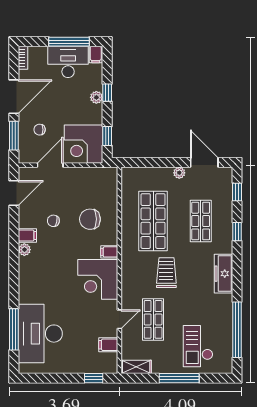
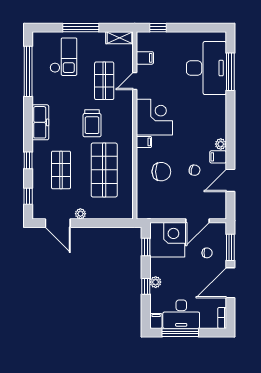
door: (14, 193) -> (230, 180), moved

